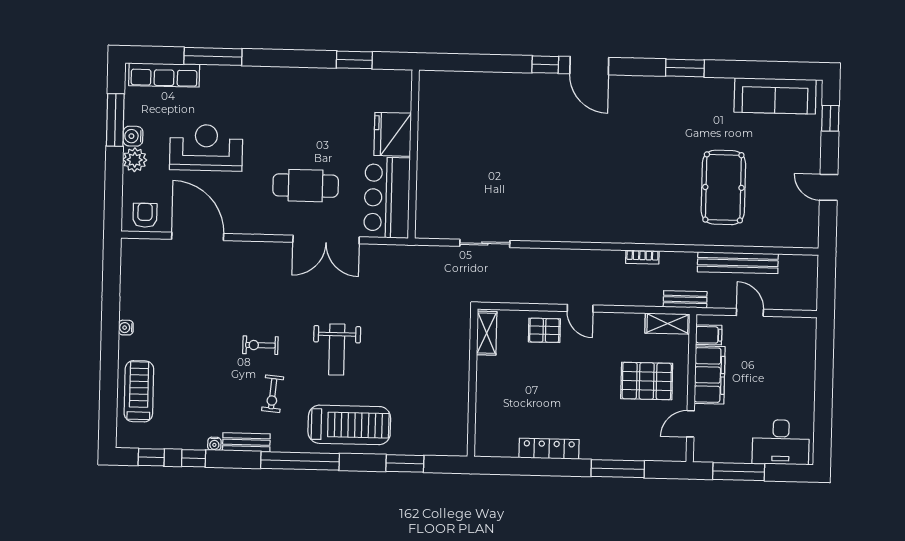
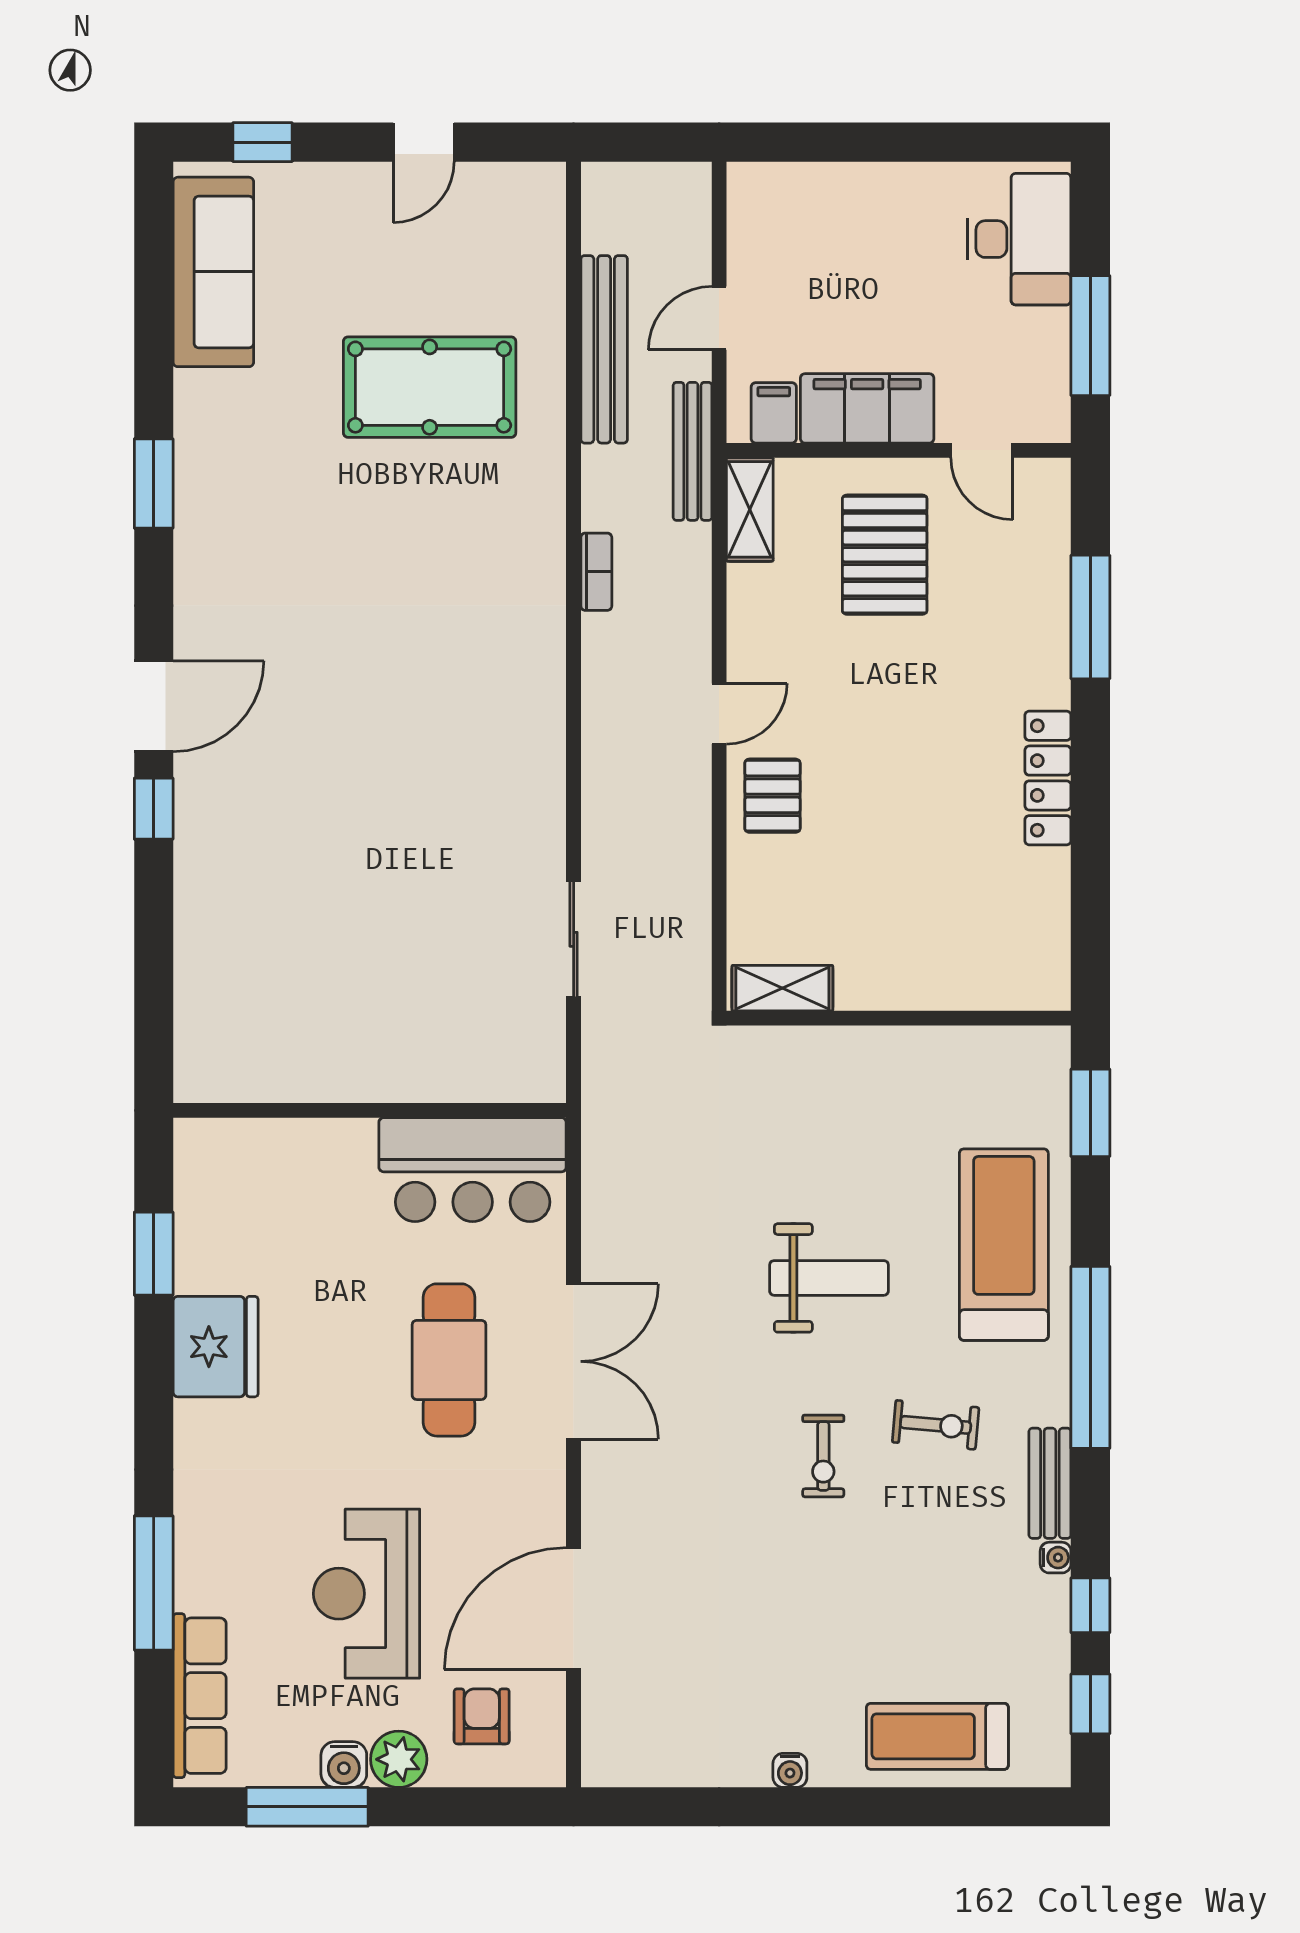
fridge: (393, 134) -> (216, 1347), moved, turned -90
armchair: (145, 215) -> (482, 1716), moved, turned 90
double door: (326, 240) -> (574, 1361), moved
bench: (685, 299) -> (692, 451), width x1.36
shelving: (487, 333) -> (782, 988), moved
wall: (473, 383) -> (899, 1018), moved

